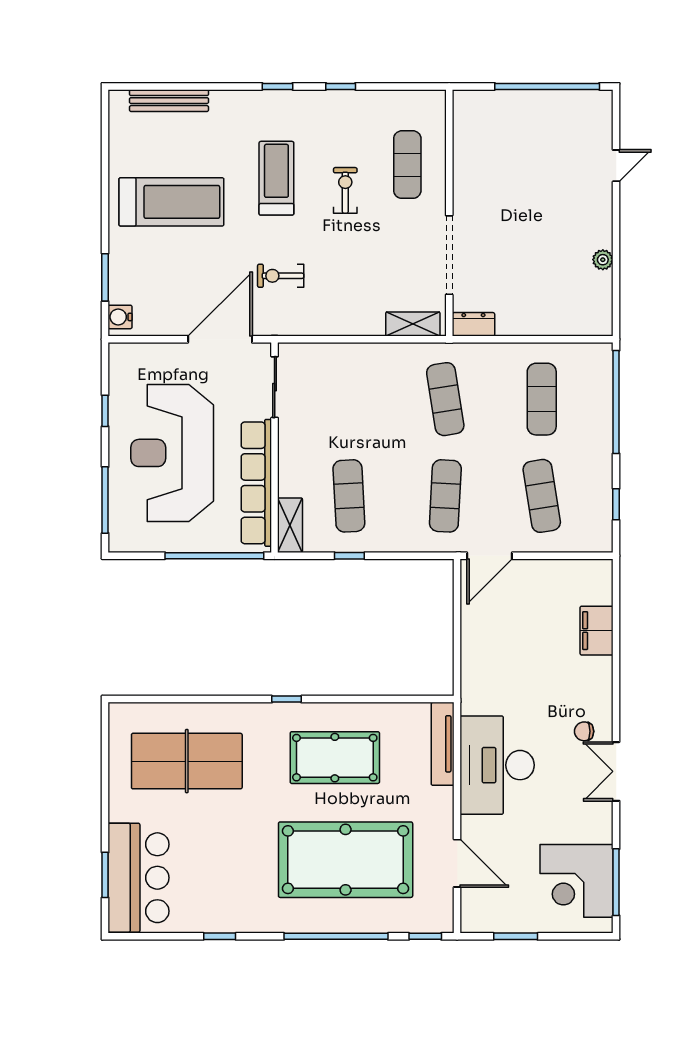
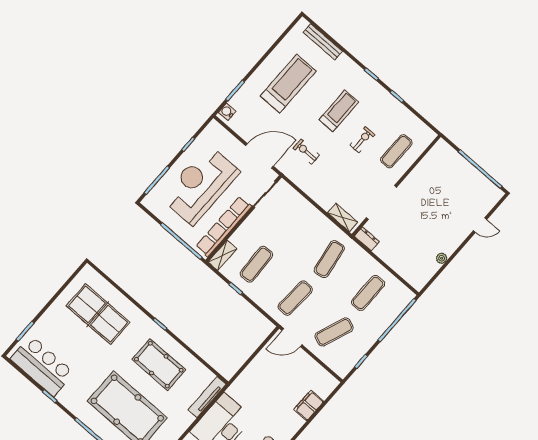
treadmill: (171, 202) -> (288, 83), turned -90
exercise mat: (542, 496) -> (334, 332), turned 30
bar counter: (139, 878) -> (42, 366), moved, turned -90

